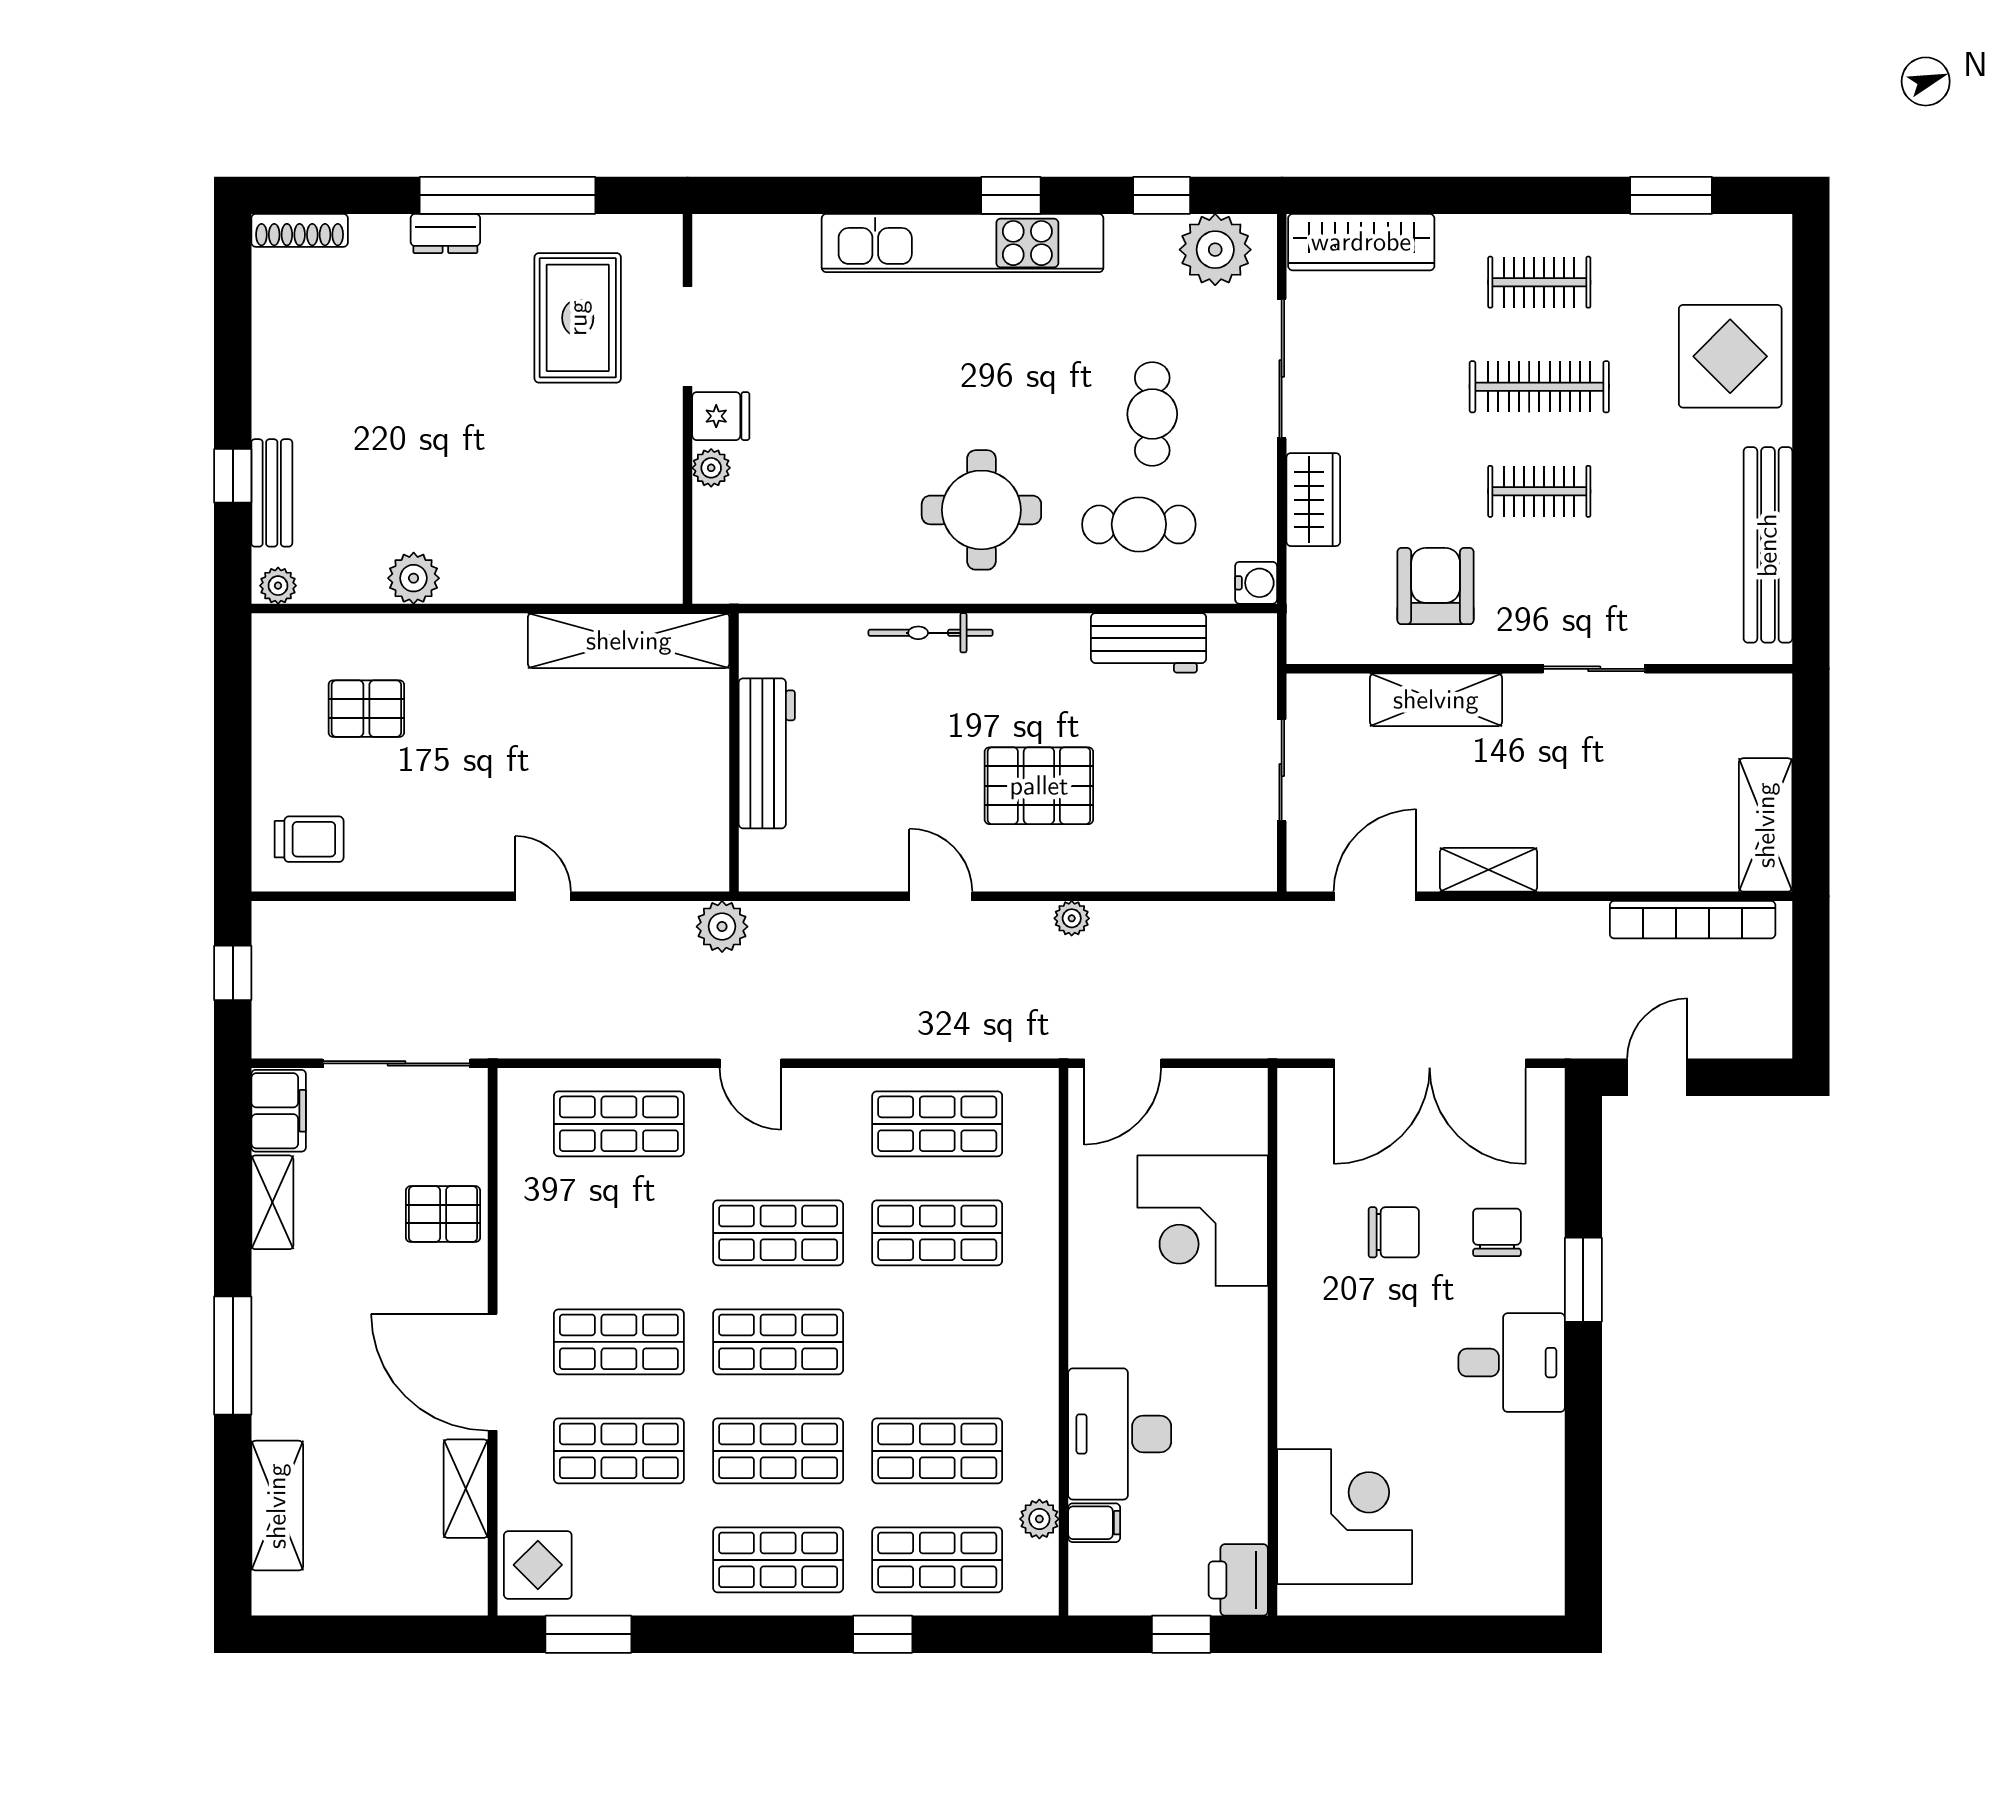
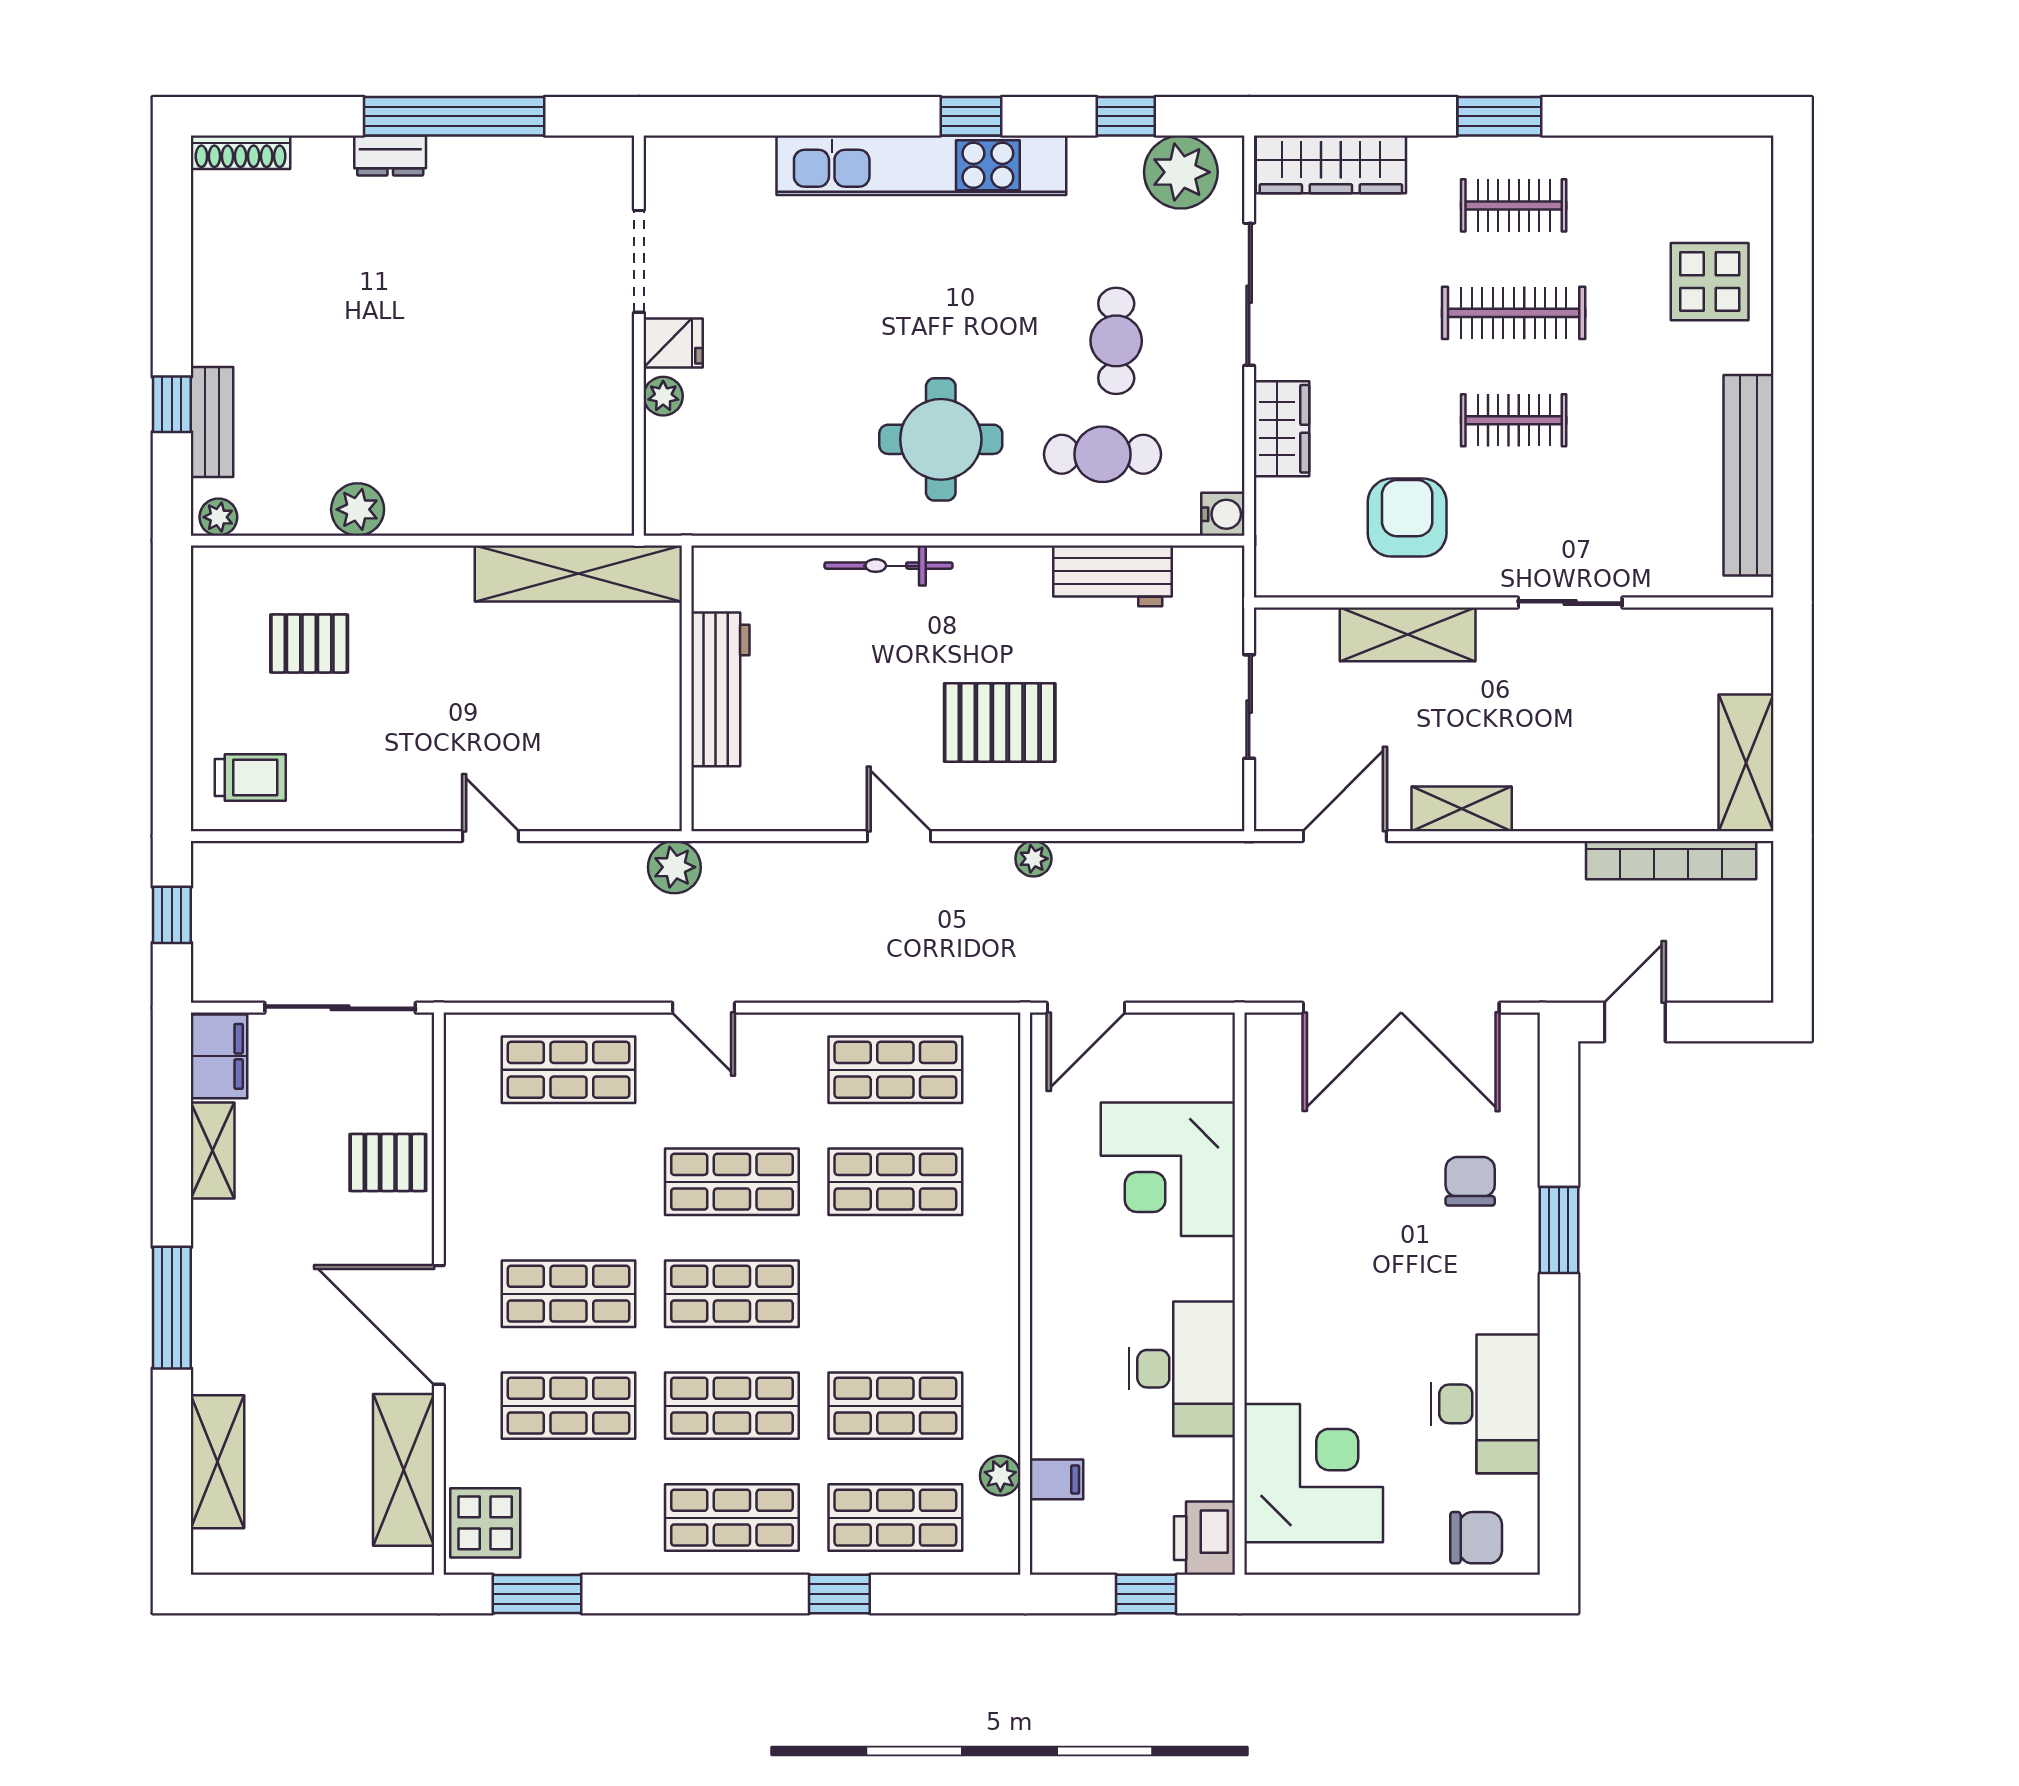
window: (1671, 195) -> (1499, 116), moved
rug: (578, 318) -> (526, 242), removed
display table: (1730, 356) -> (1710, 282), width x0.73, depth x0.73
chair: (1394, 1232) -> (1476, 1538), moved
desk: (1512, 1363) -> (1485, 1404), moved, width x1.37
desk: (1120, 1434) -> (1182, 1369), moved, turned 180
shelving: (466, 1489) -> (404, 1470), width x1.50, depth x1.33

